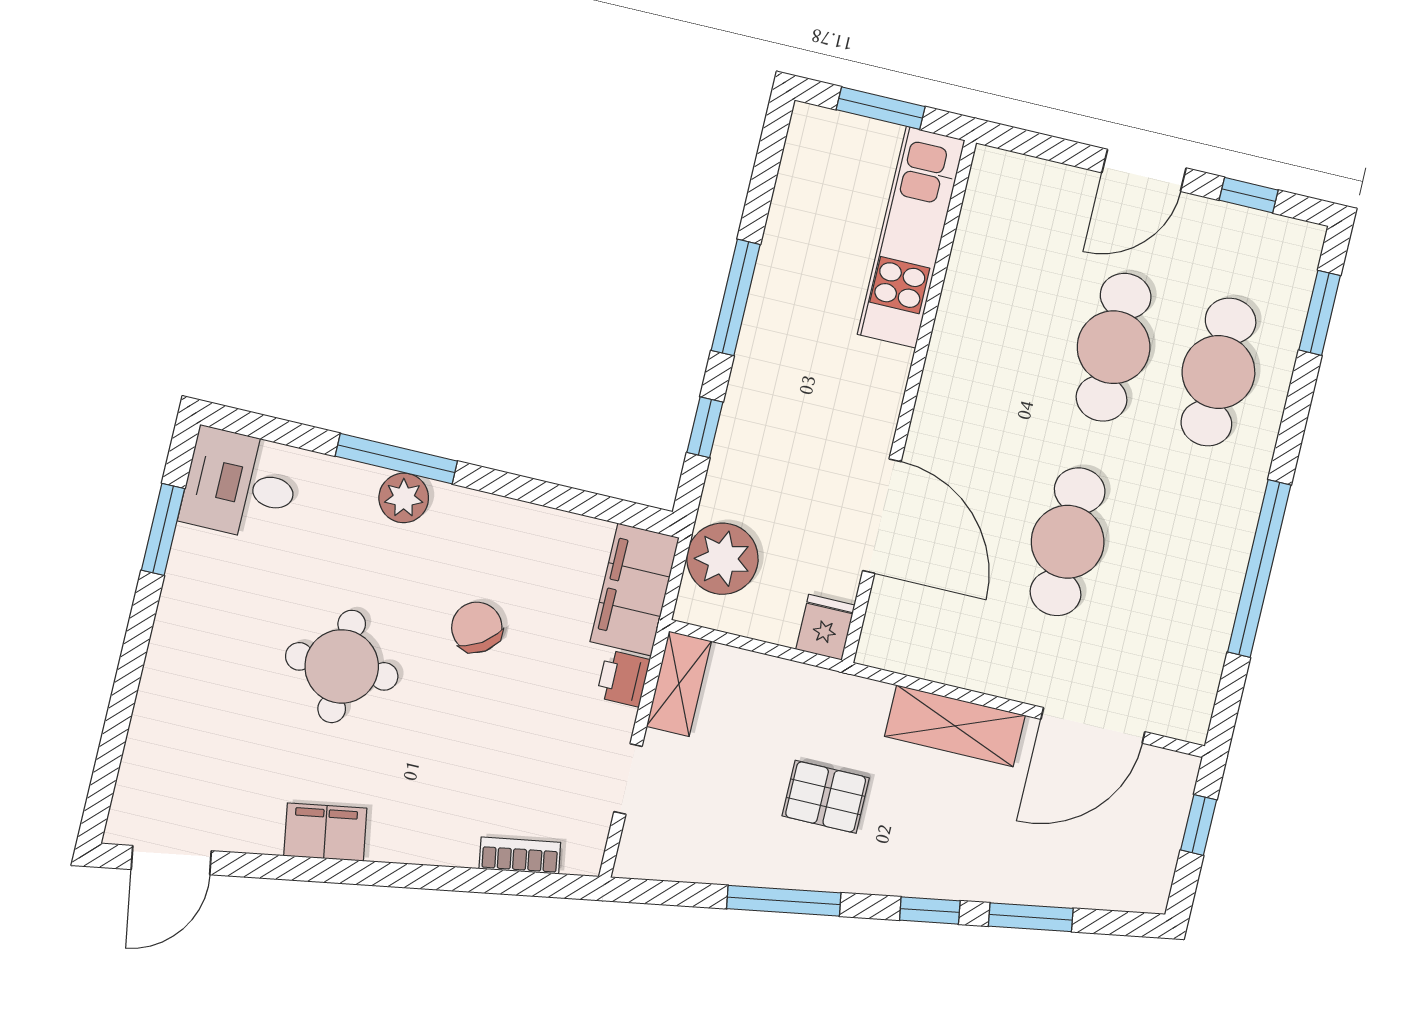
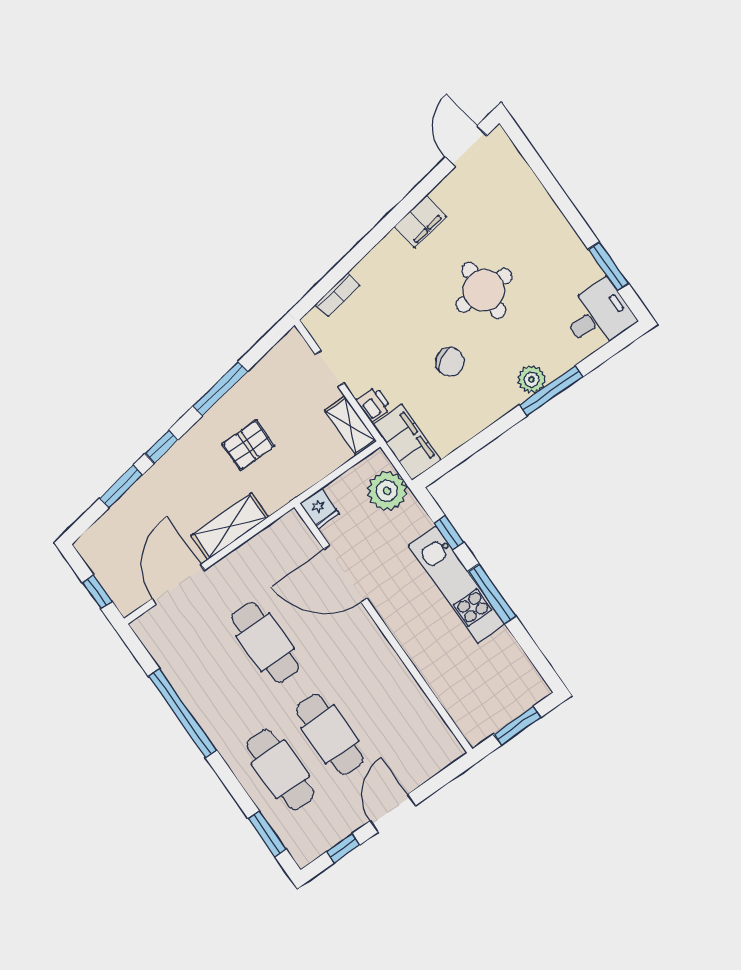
kitchen unit: (911, 237) -> (457, 585), moved, turned 180

